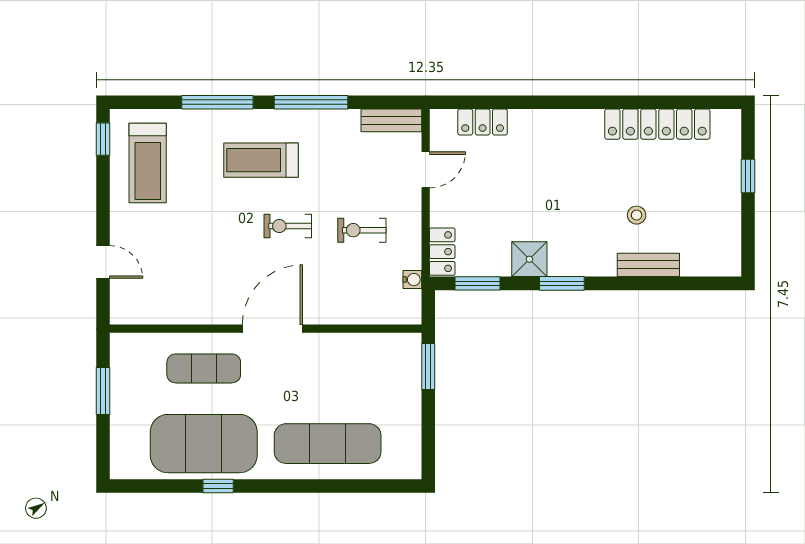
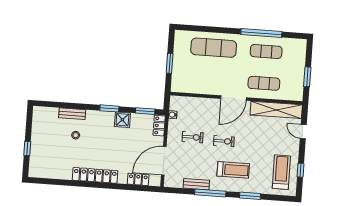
window: (217, 102) -> (250, 196), width x0.69
bench: (391, 120) -> (196, 184), moved
locker: (657, 124) -> (95, 175), moved
window: (103, 139) -> (301, 170), moved
door: (426, 170) -> (164, 161), width x1.87
shelving: (170, 308) -> (276, 110), added
window: (428, 367) -> (170, 63), moved
exercise mat: (204, 444) -> (266, 51), width x0.50, depth x0.69
window: (218, 486) -> (261, 33), width x3.17

